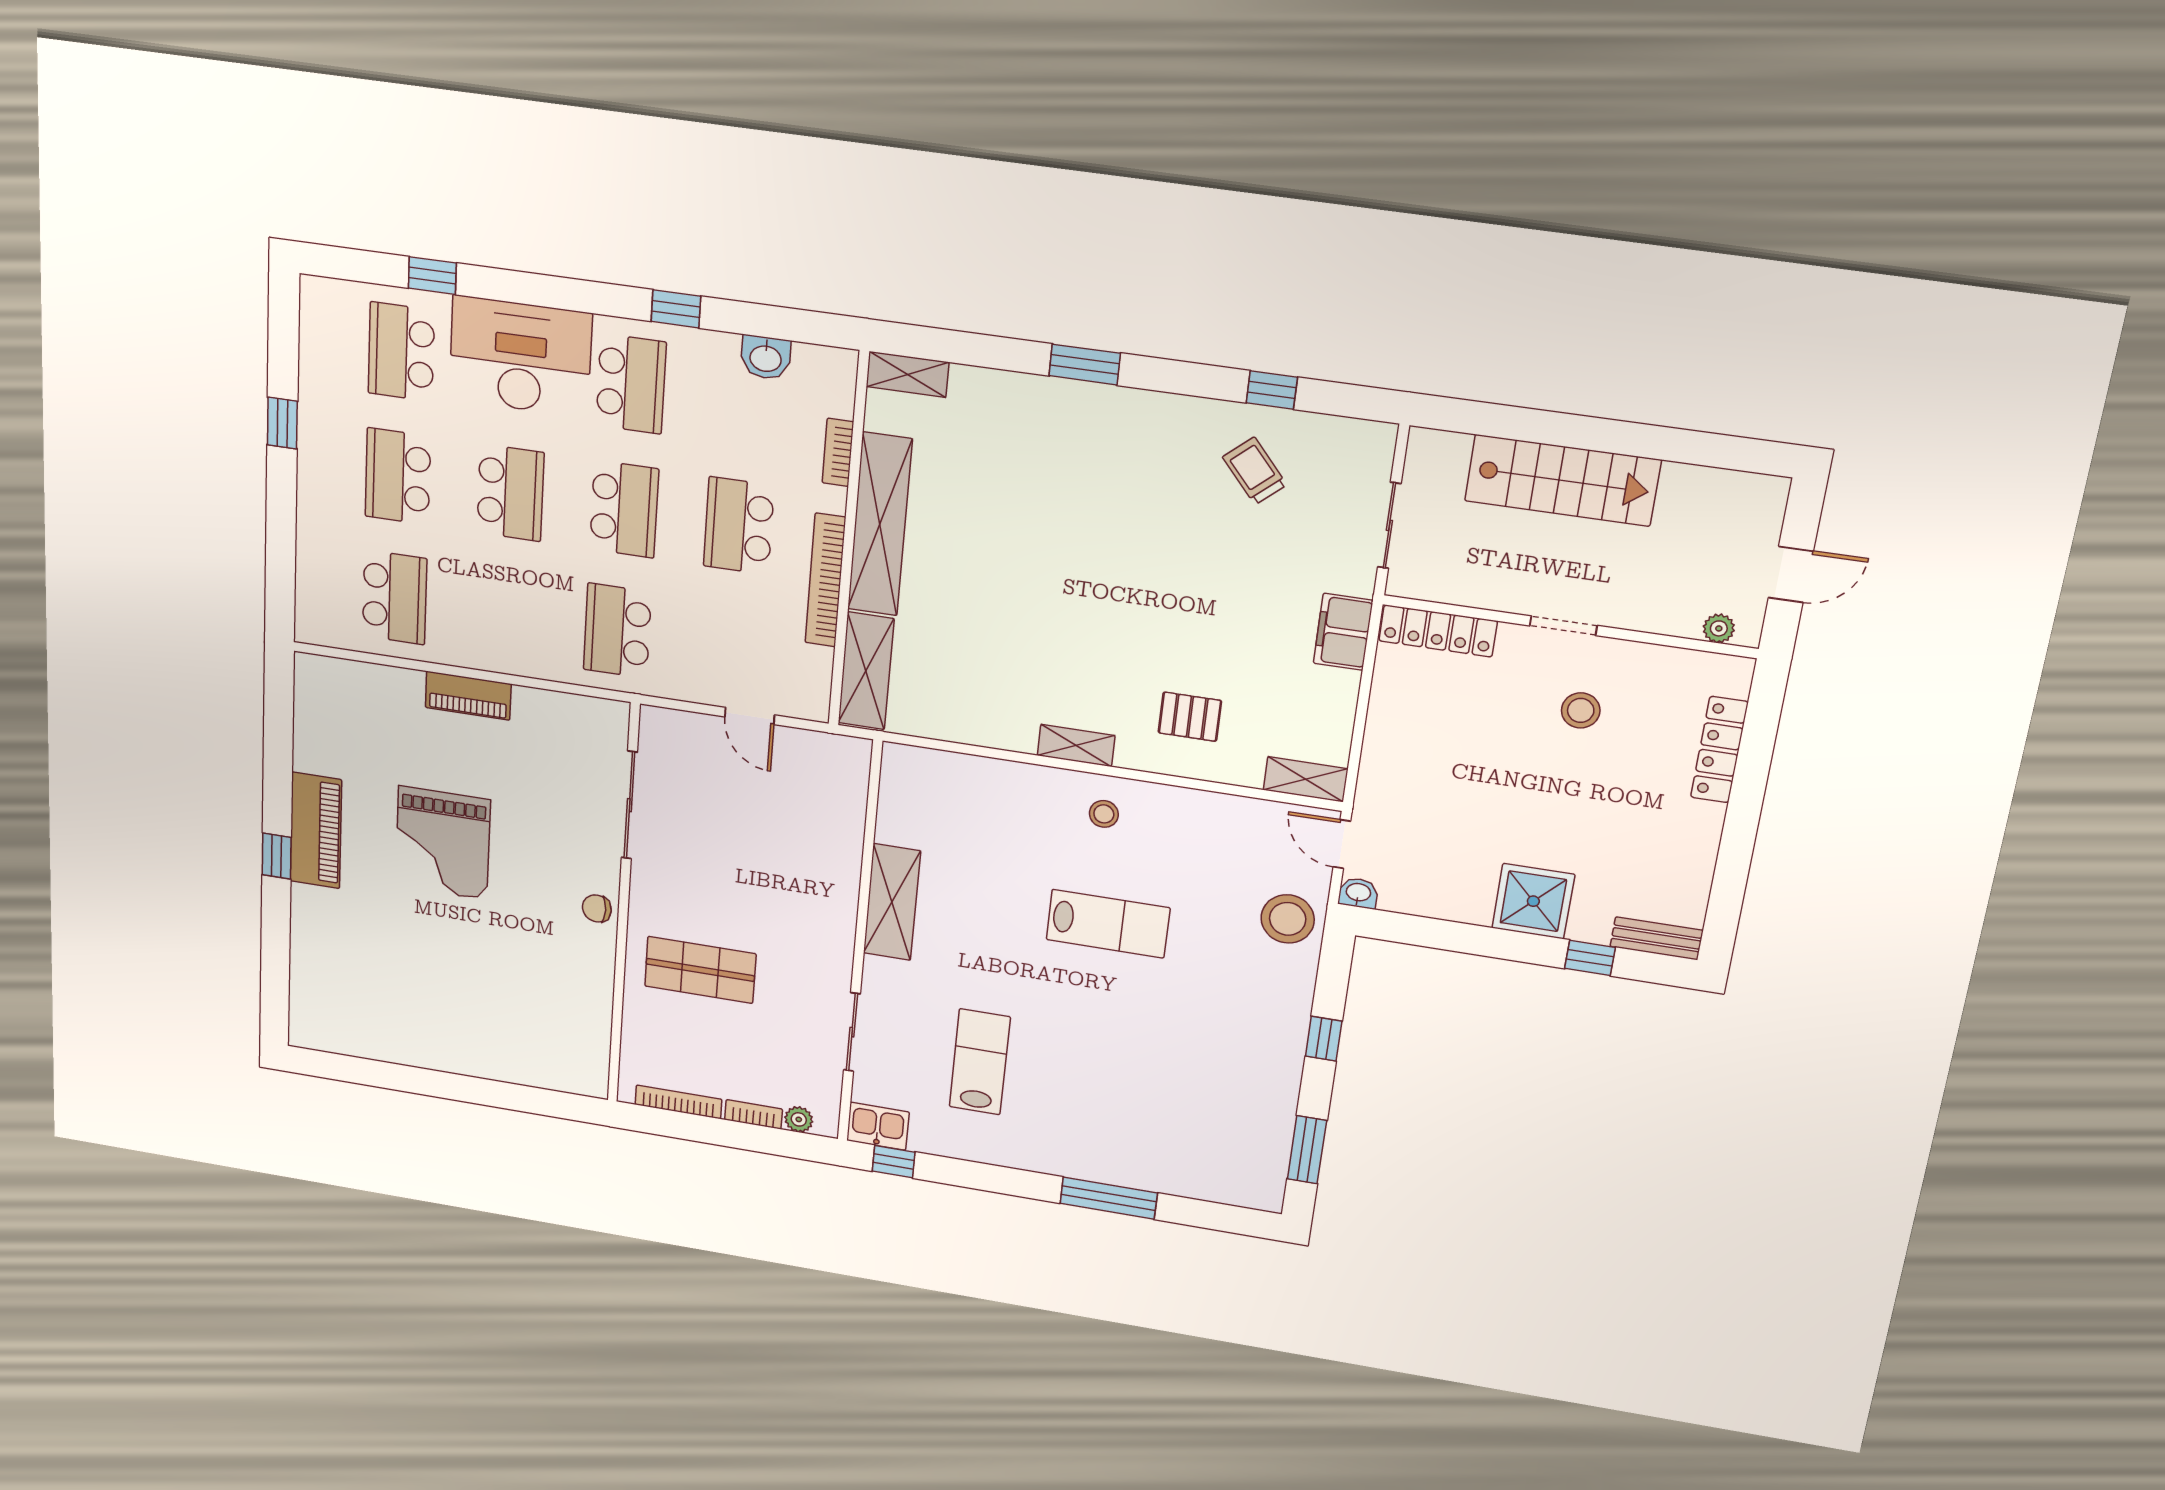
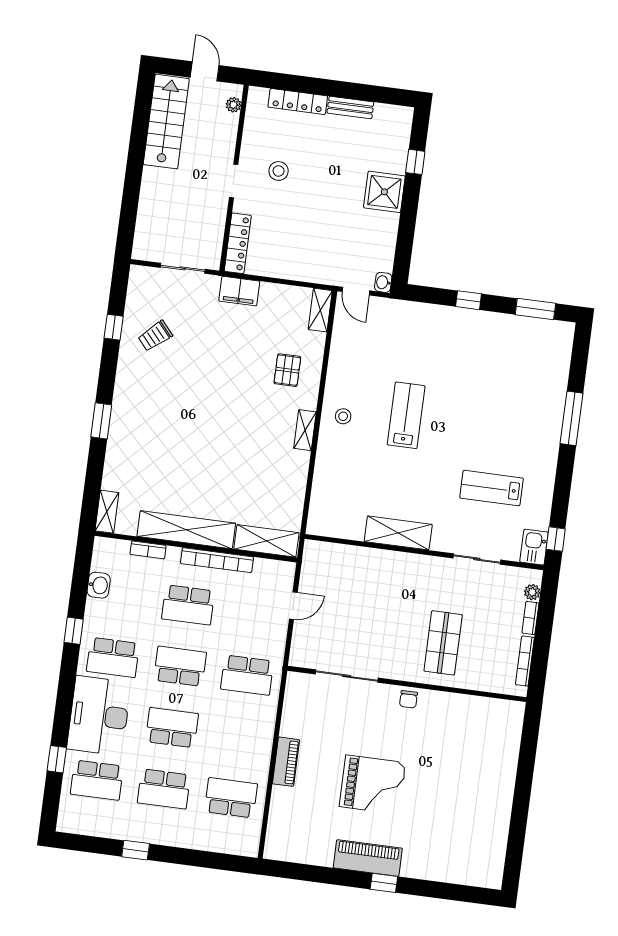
school desk: (631, 384) -> (113, 657), turned 180
stairs: (1563, 480) -> (166, 122), moved
door: (1342, 844) -> (356, 291), hinge flipped
stool: (1288, 919) -> (399, 319), removed
bench: (1657, 938) -> (350, 107), moved, turned 90

